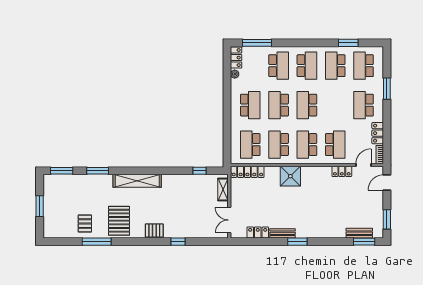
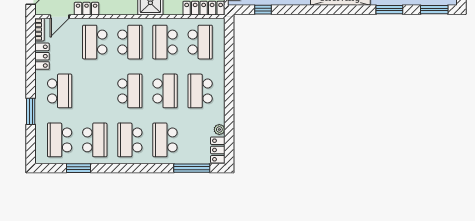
school desk: (364, 66) -> (60, 140), turned 180
school desk: (279, 145) -> (165, 42), turned 180

